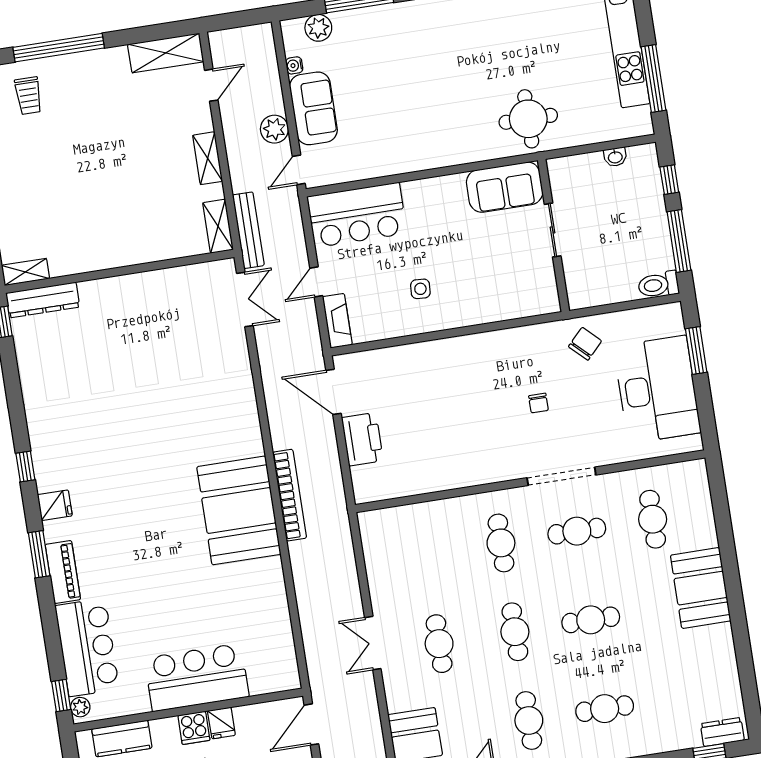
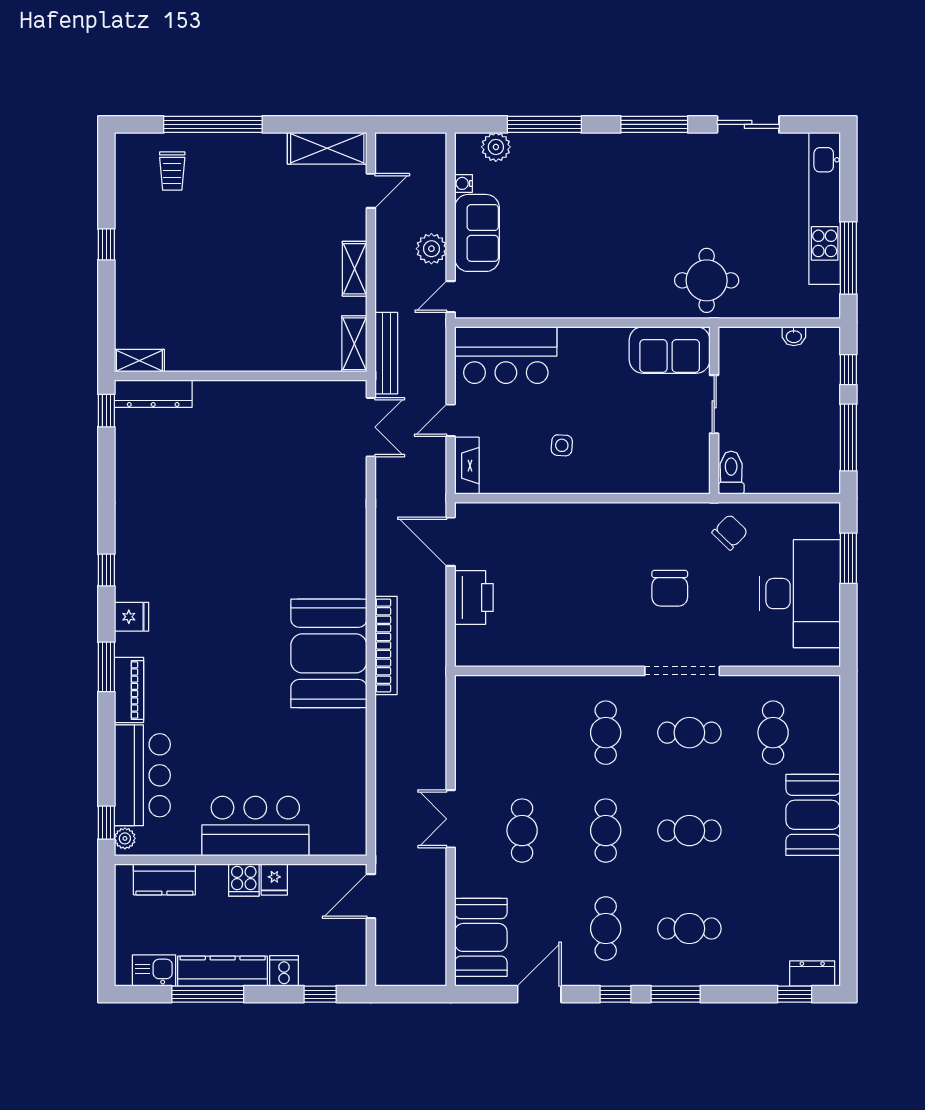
toilet: (658, 285) -> (731, 473), moved, turned 90
chair: (538, 403) -> (670, 588), width x1.87, depth x1.87

